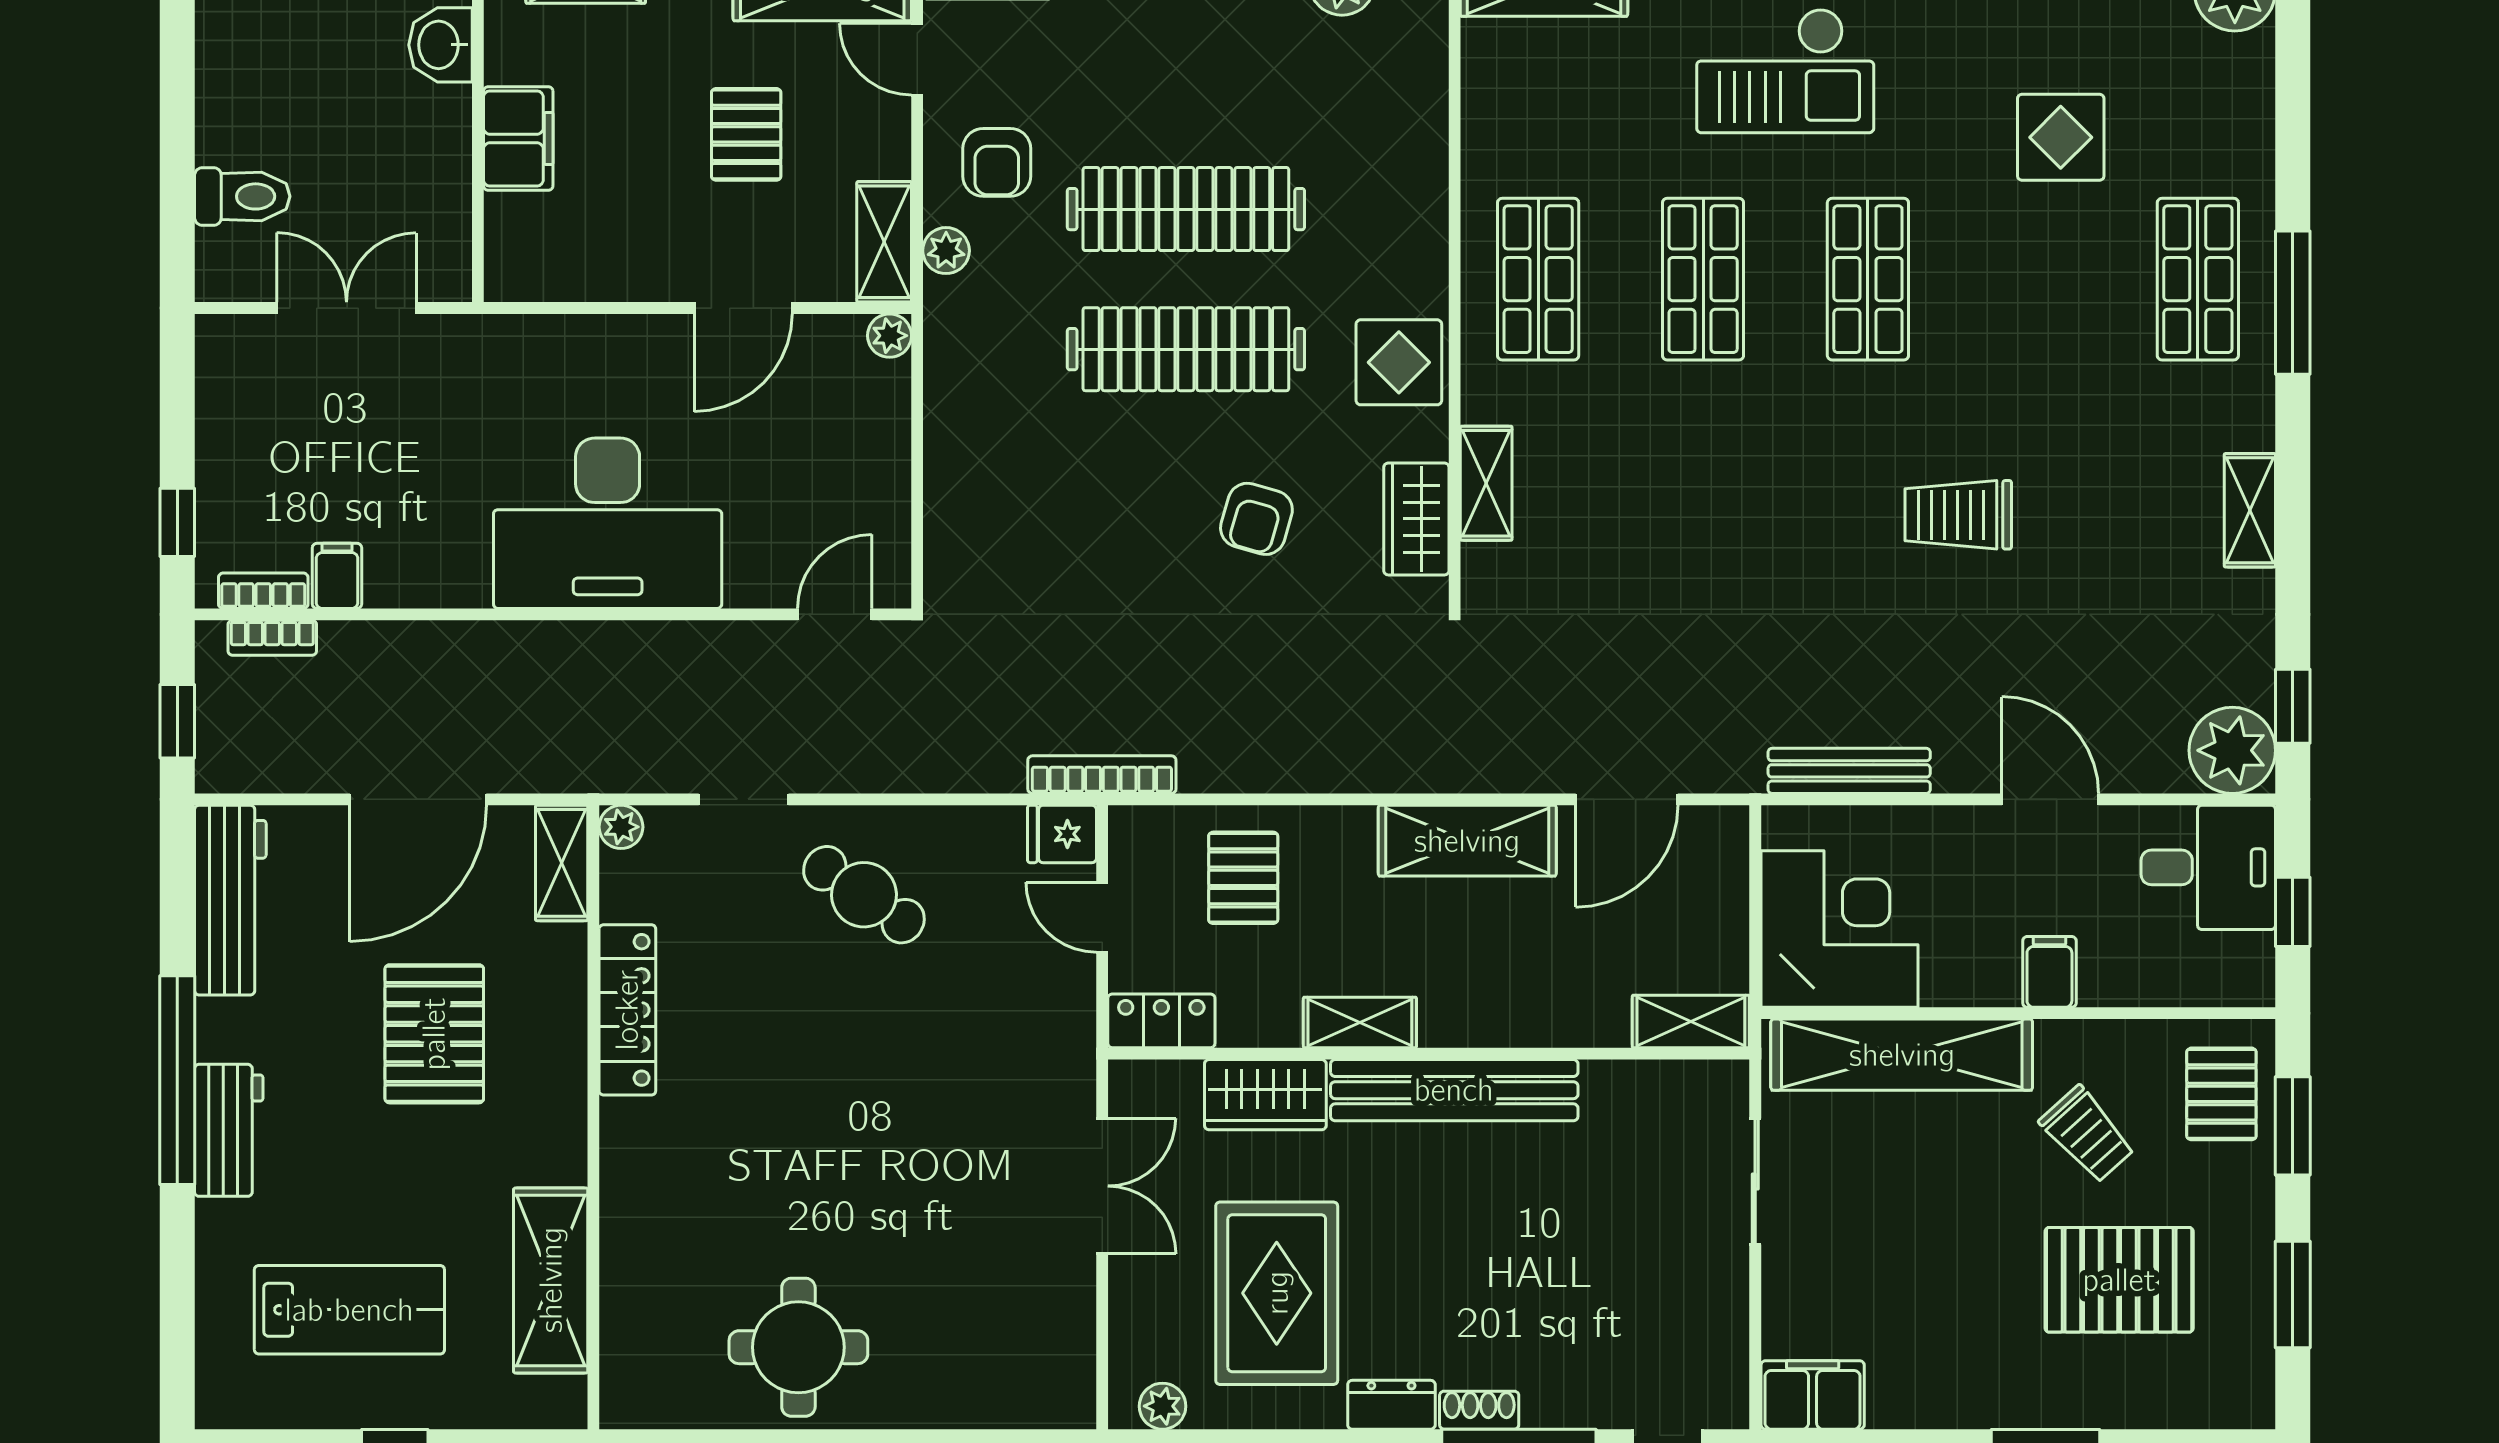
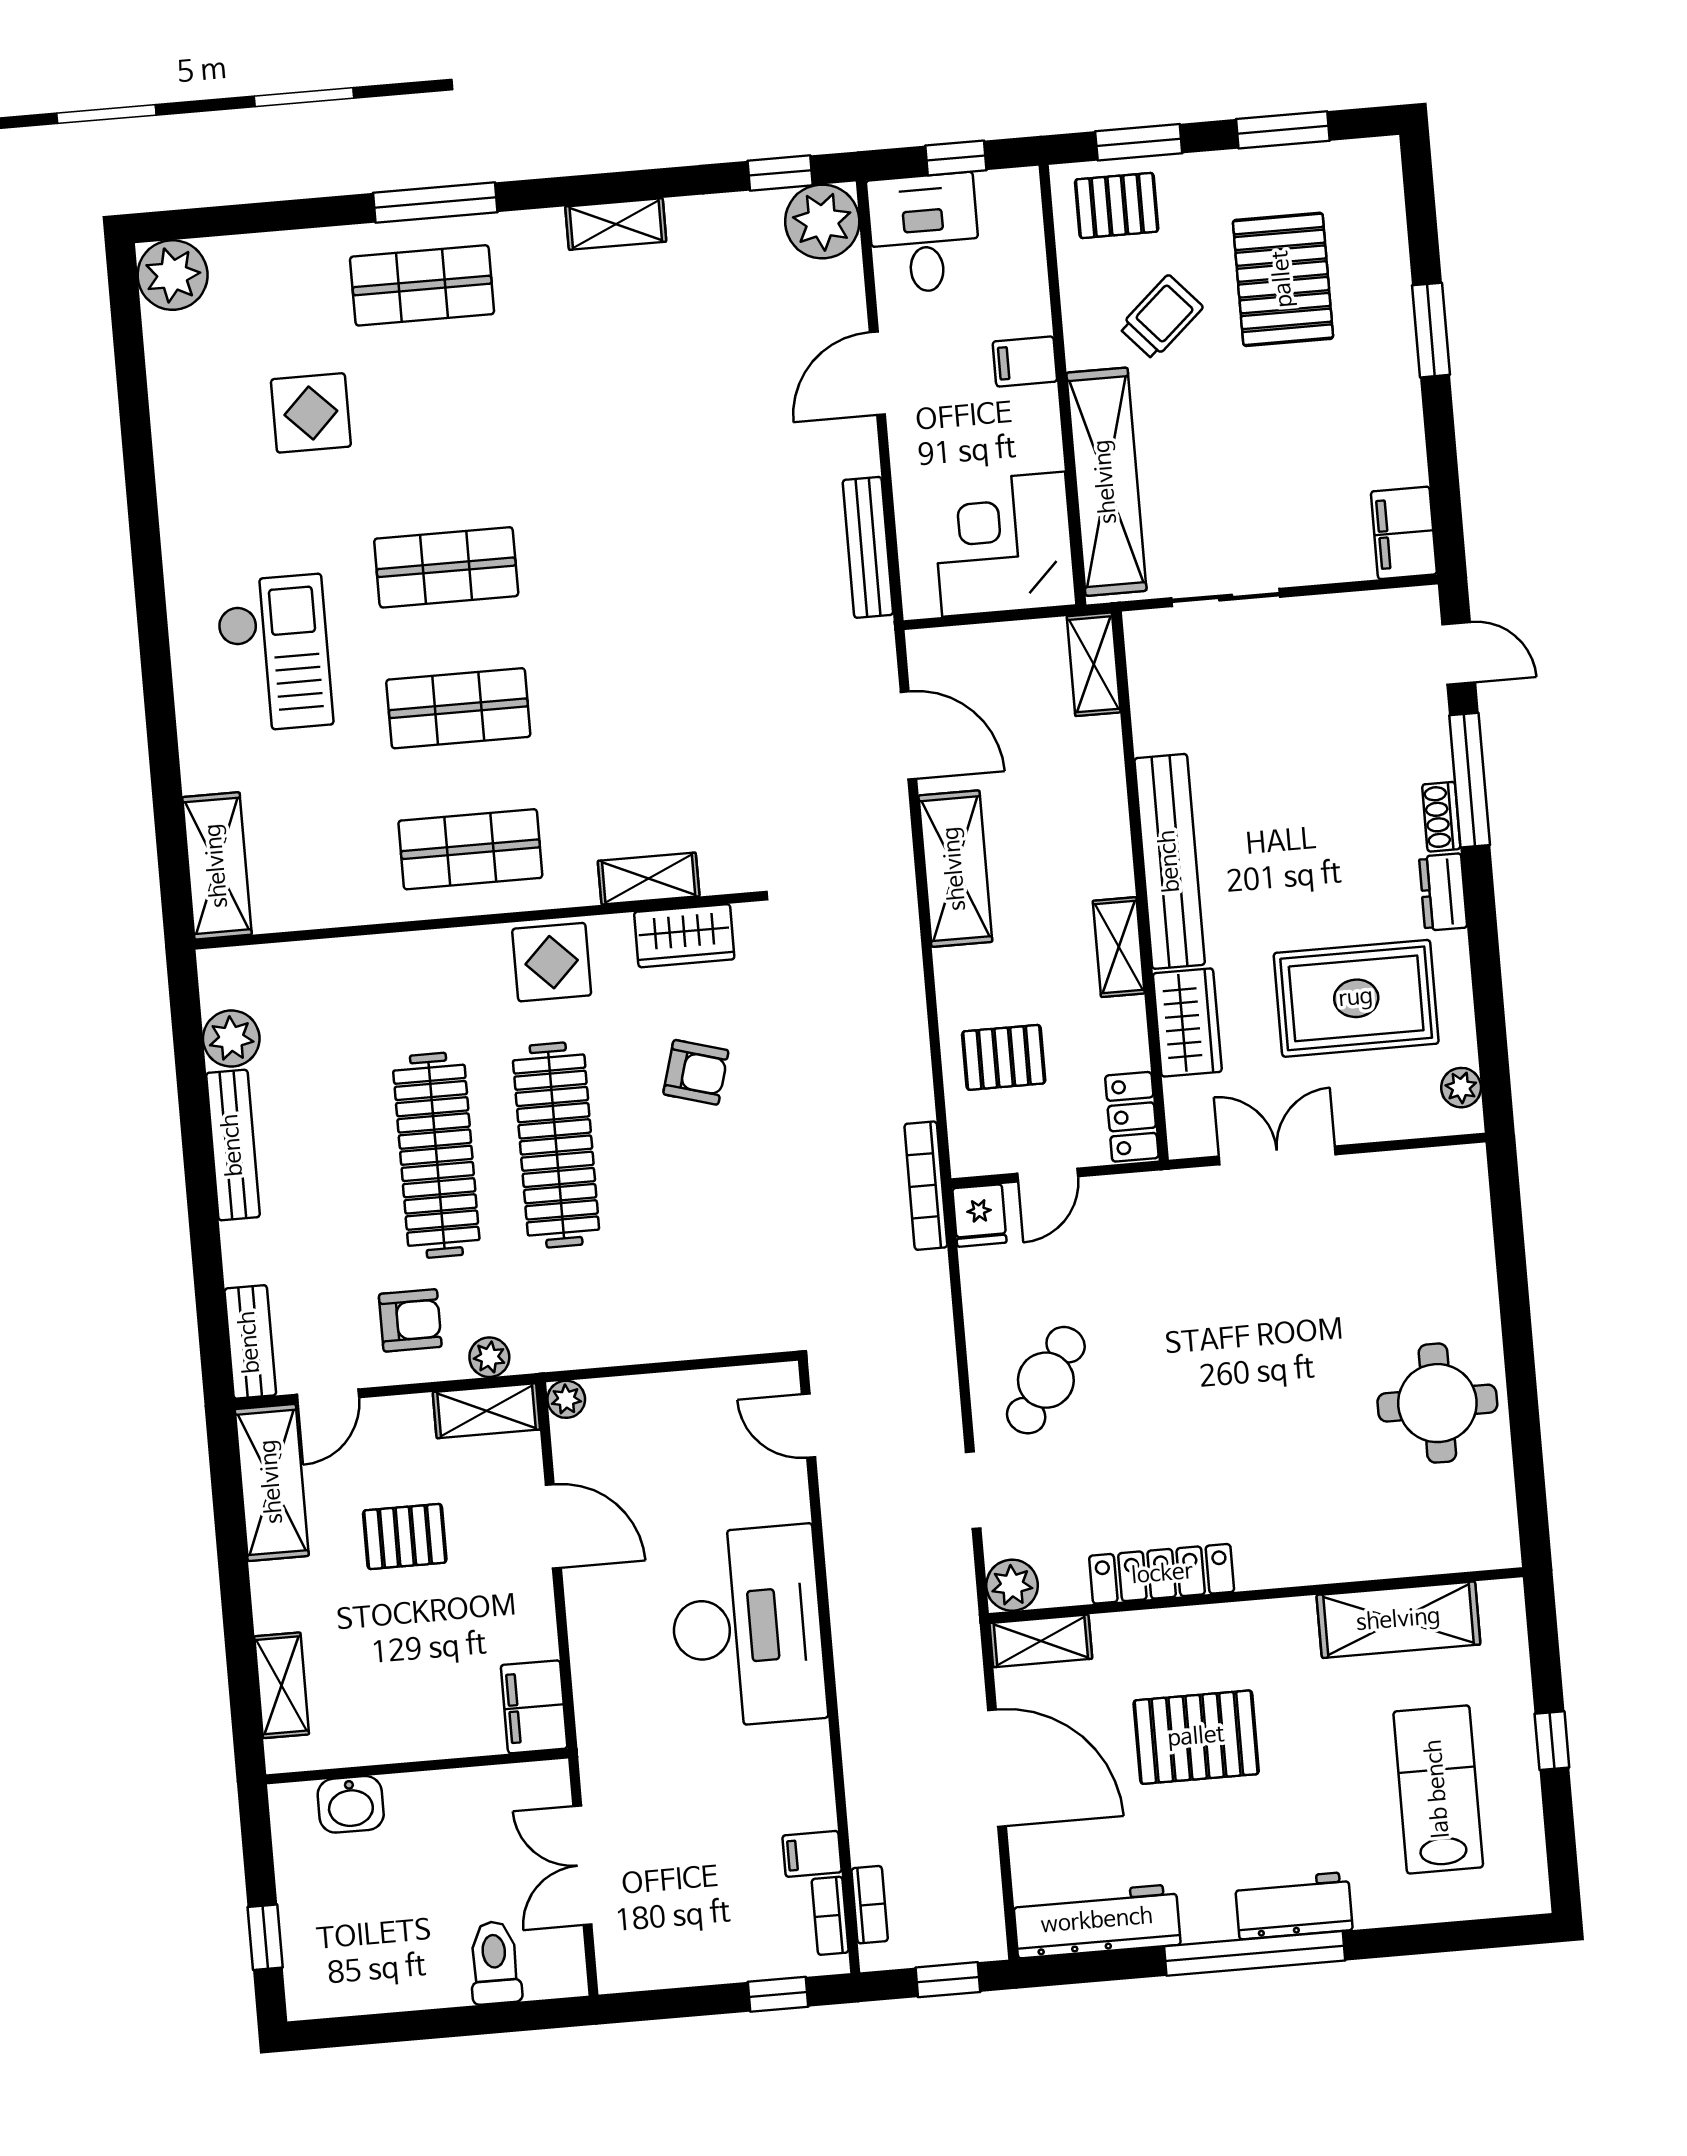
filing cabinet: (518, 138) -> (534, 1707), moved, turned -90
trolley: (1958, 515) -> (641, 473), removed
plant: (621, 827) -> (1012, 1585), width x1.38, depth x1.38

